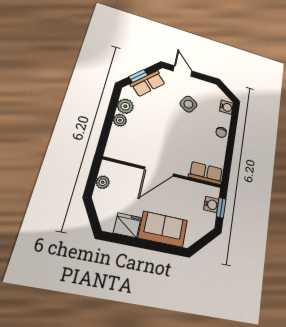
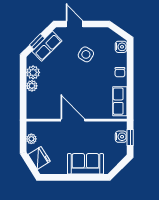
door: (159, 171) -> (73, 120), swing flipped
row of seats: (206, 173) -> (120, 101), moved, turned -90
fridge: (127, 225) -> (39, 158), moved, turned 58

